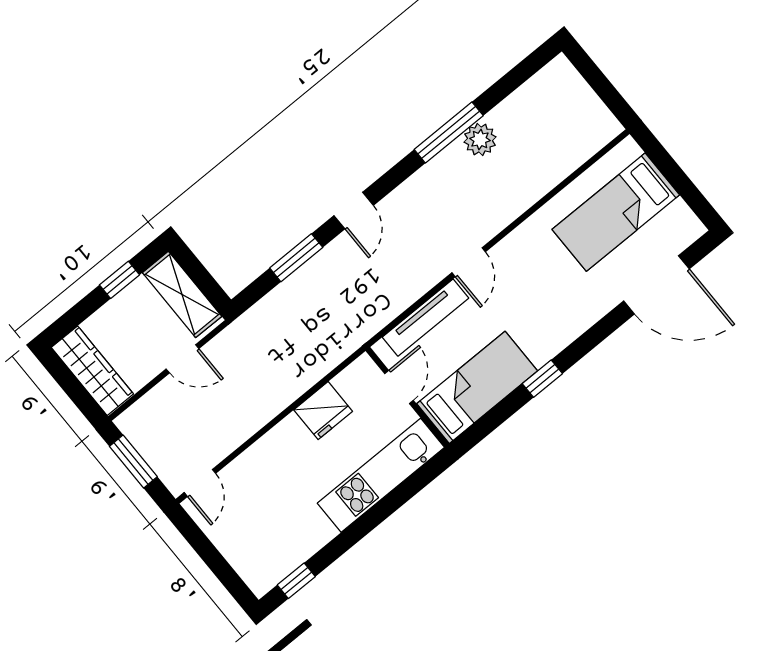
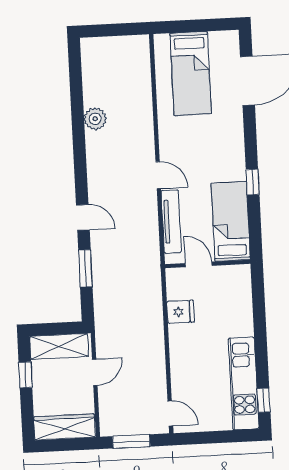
window: (449, 132) -> (79, 133), removed
fridge: (323, 411) -> (180, 312), width x0.72
kitchen unit: (381, 475) -> (244, 383), moved

